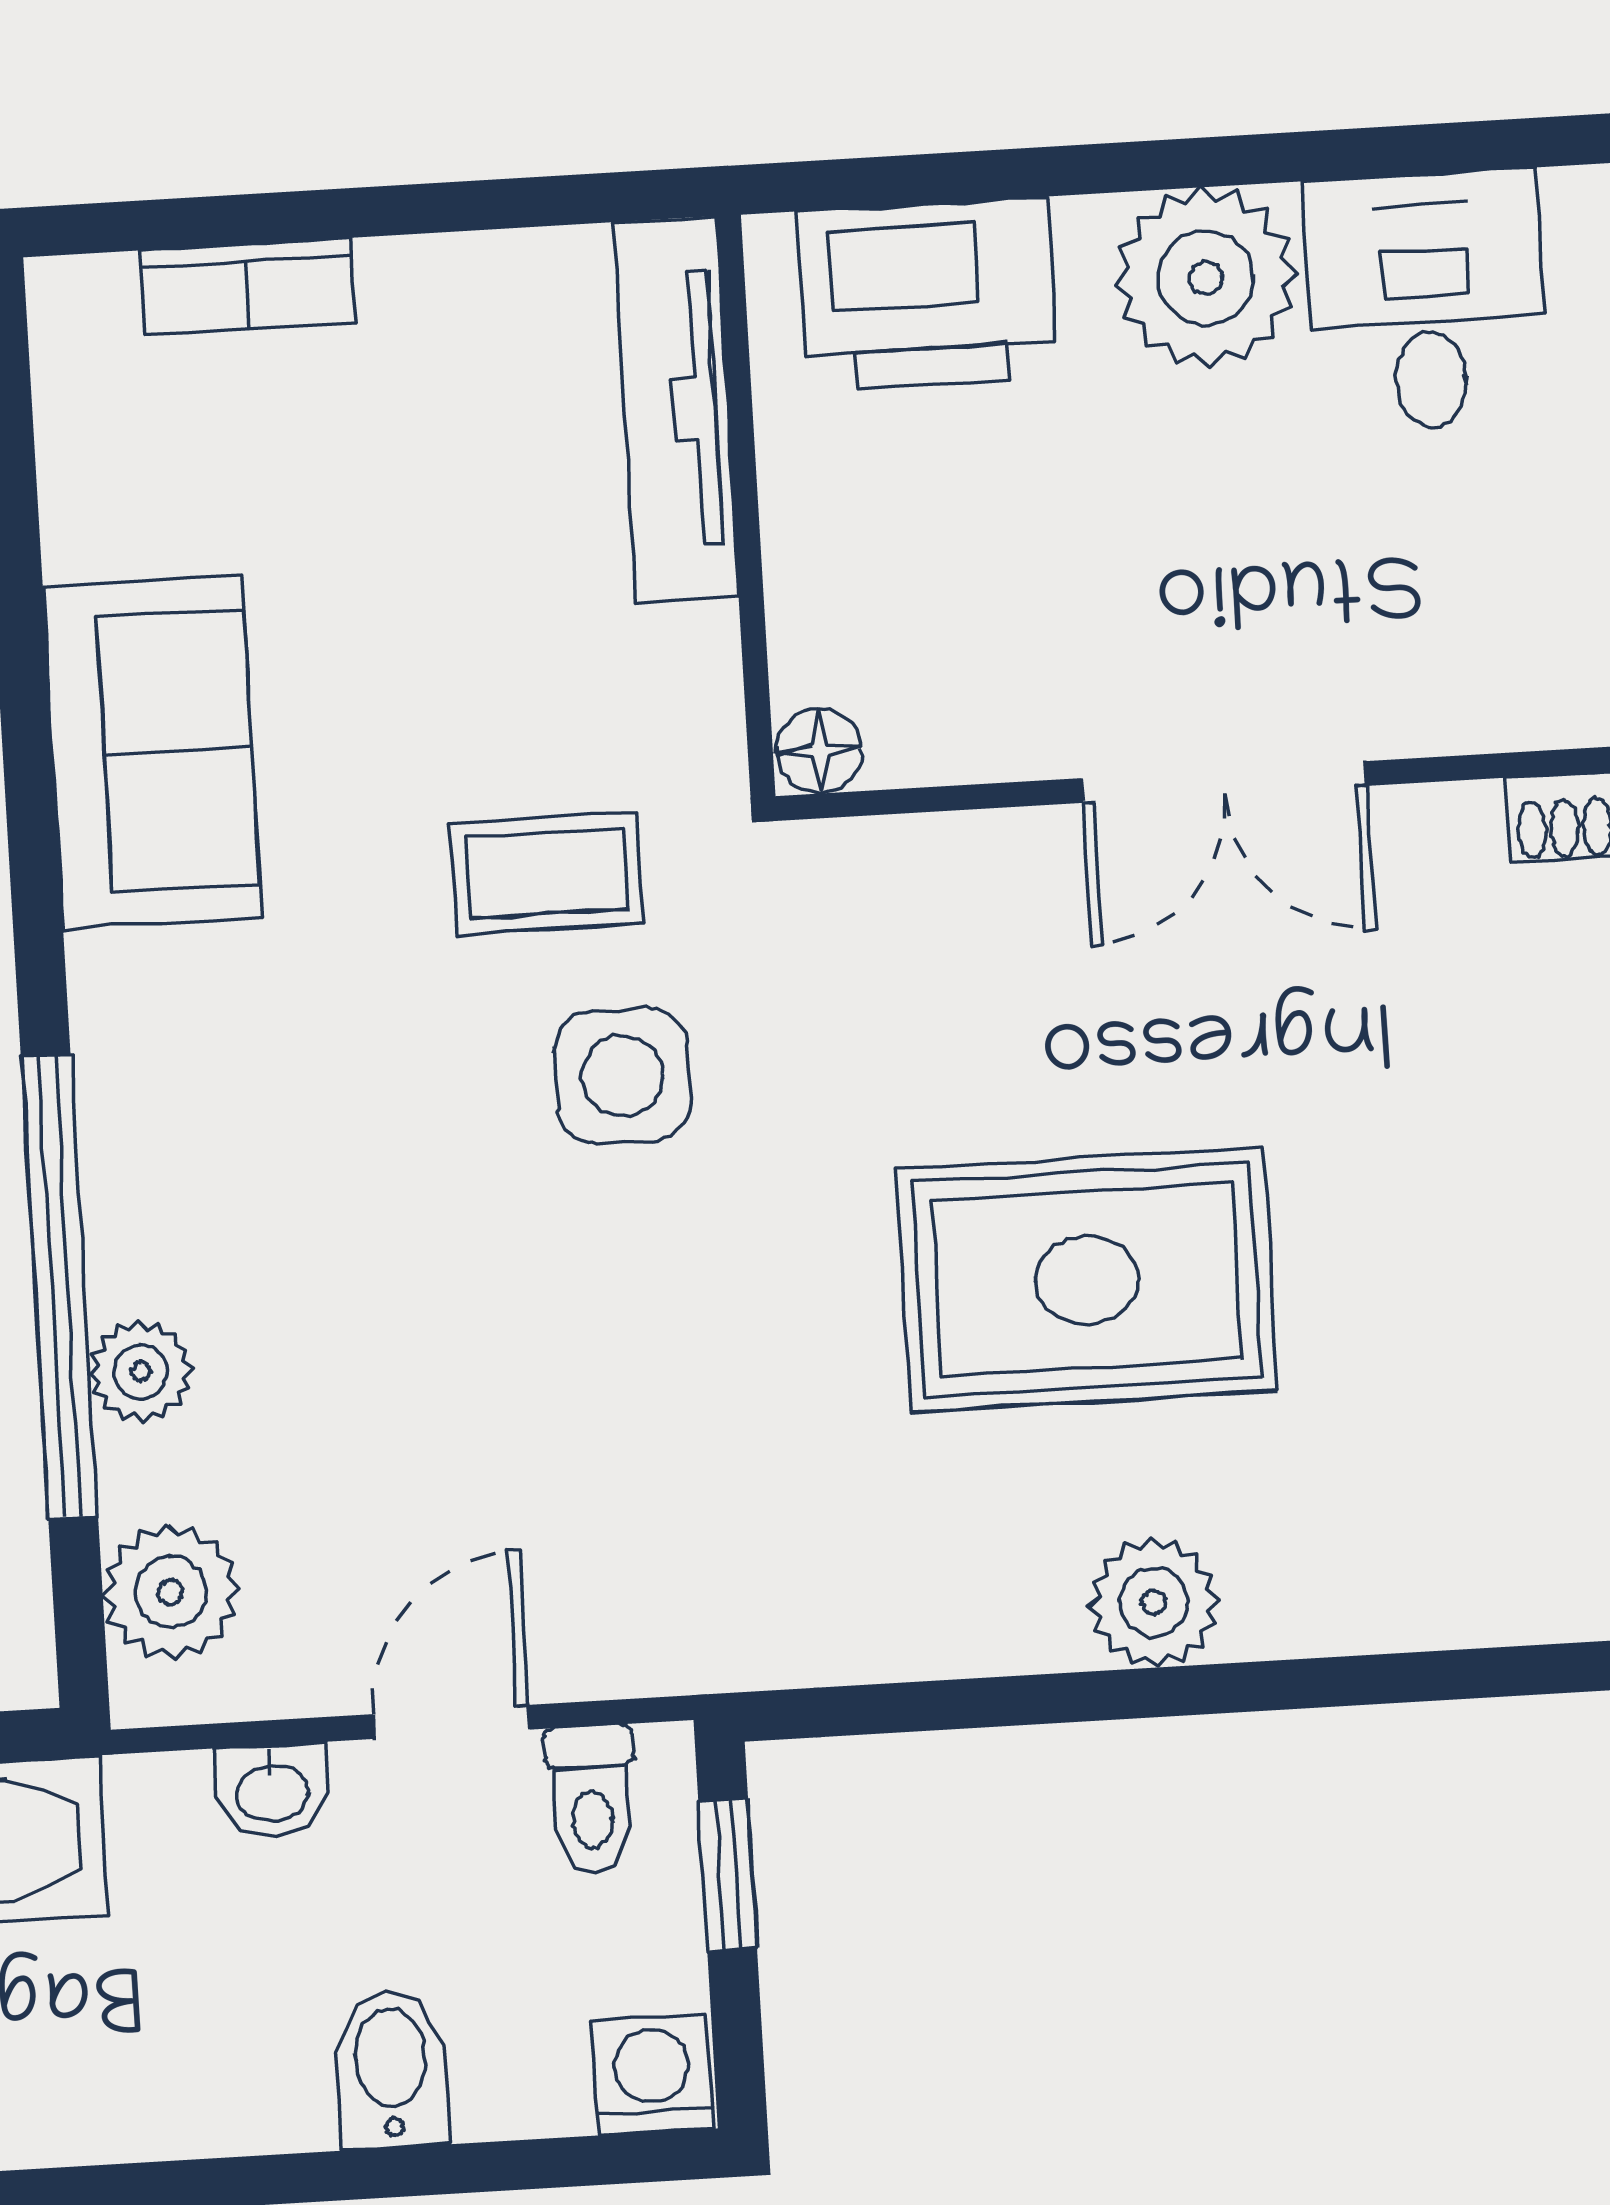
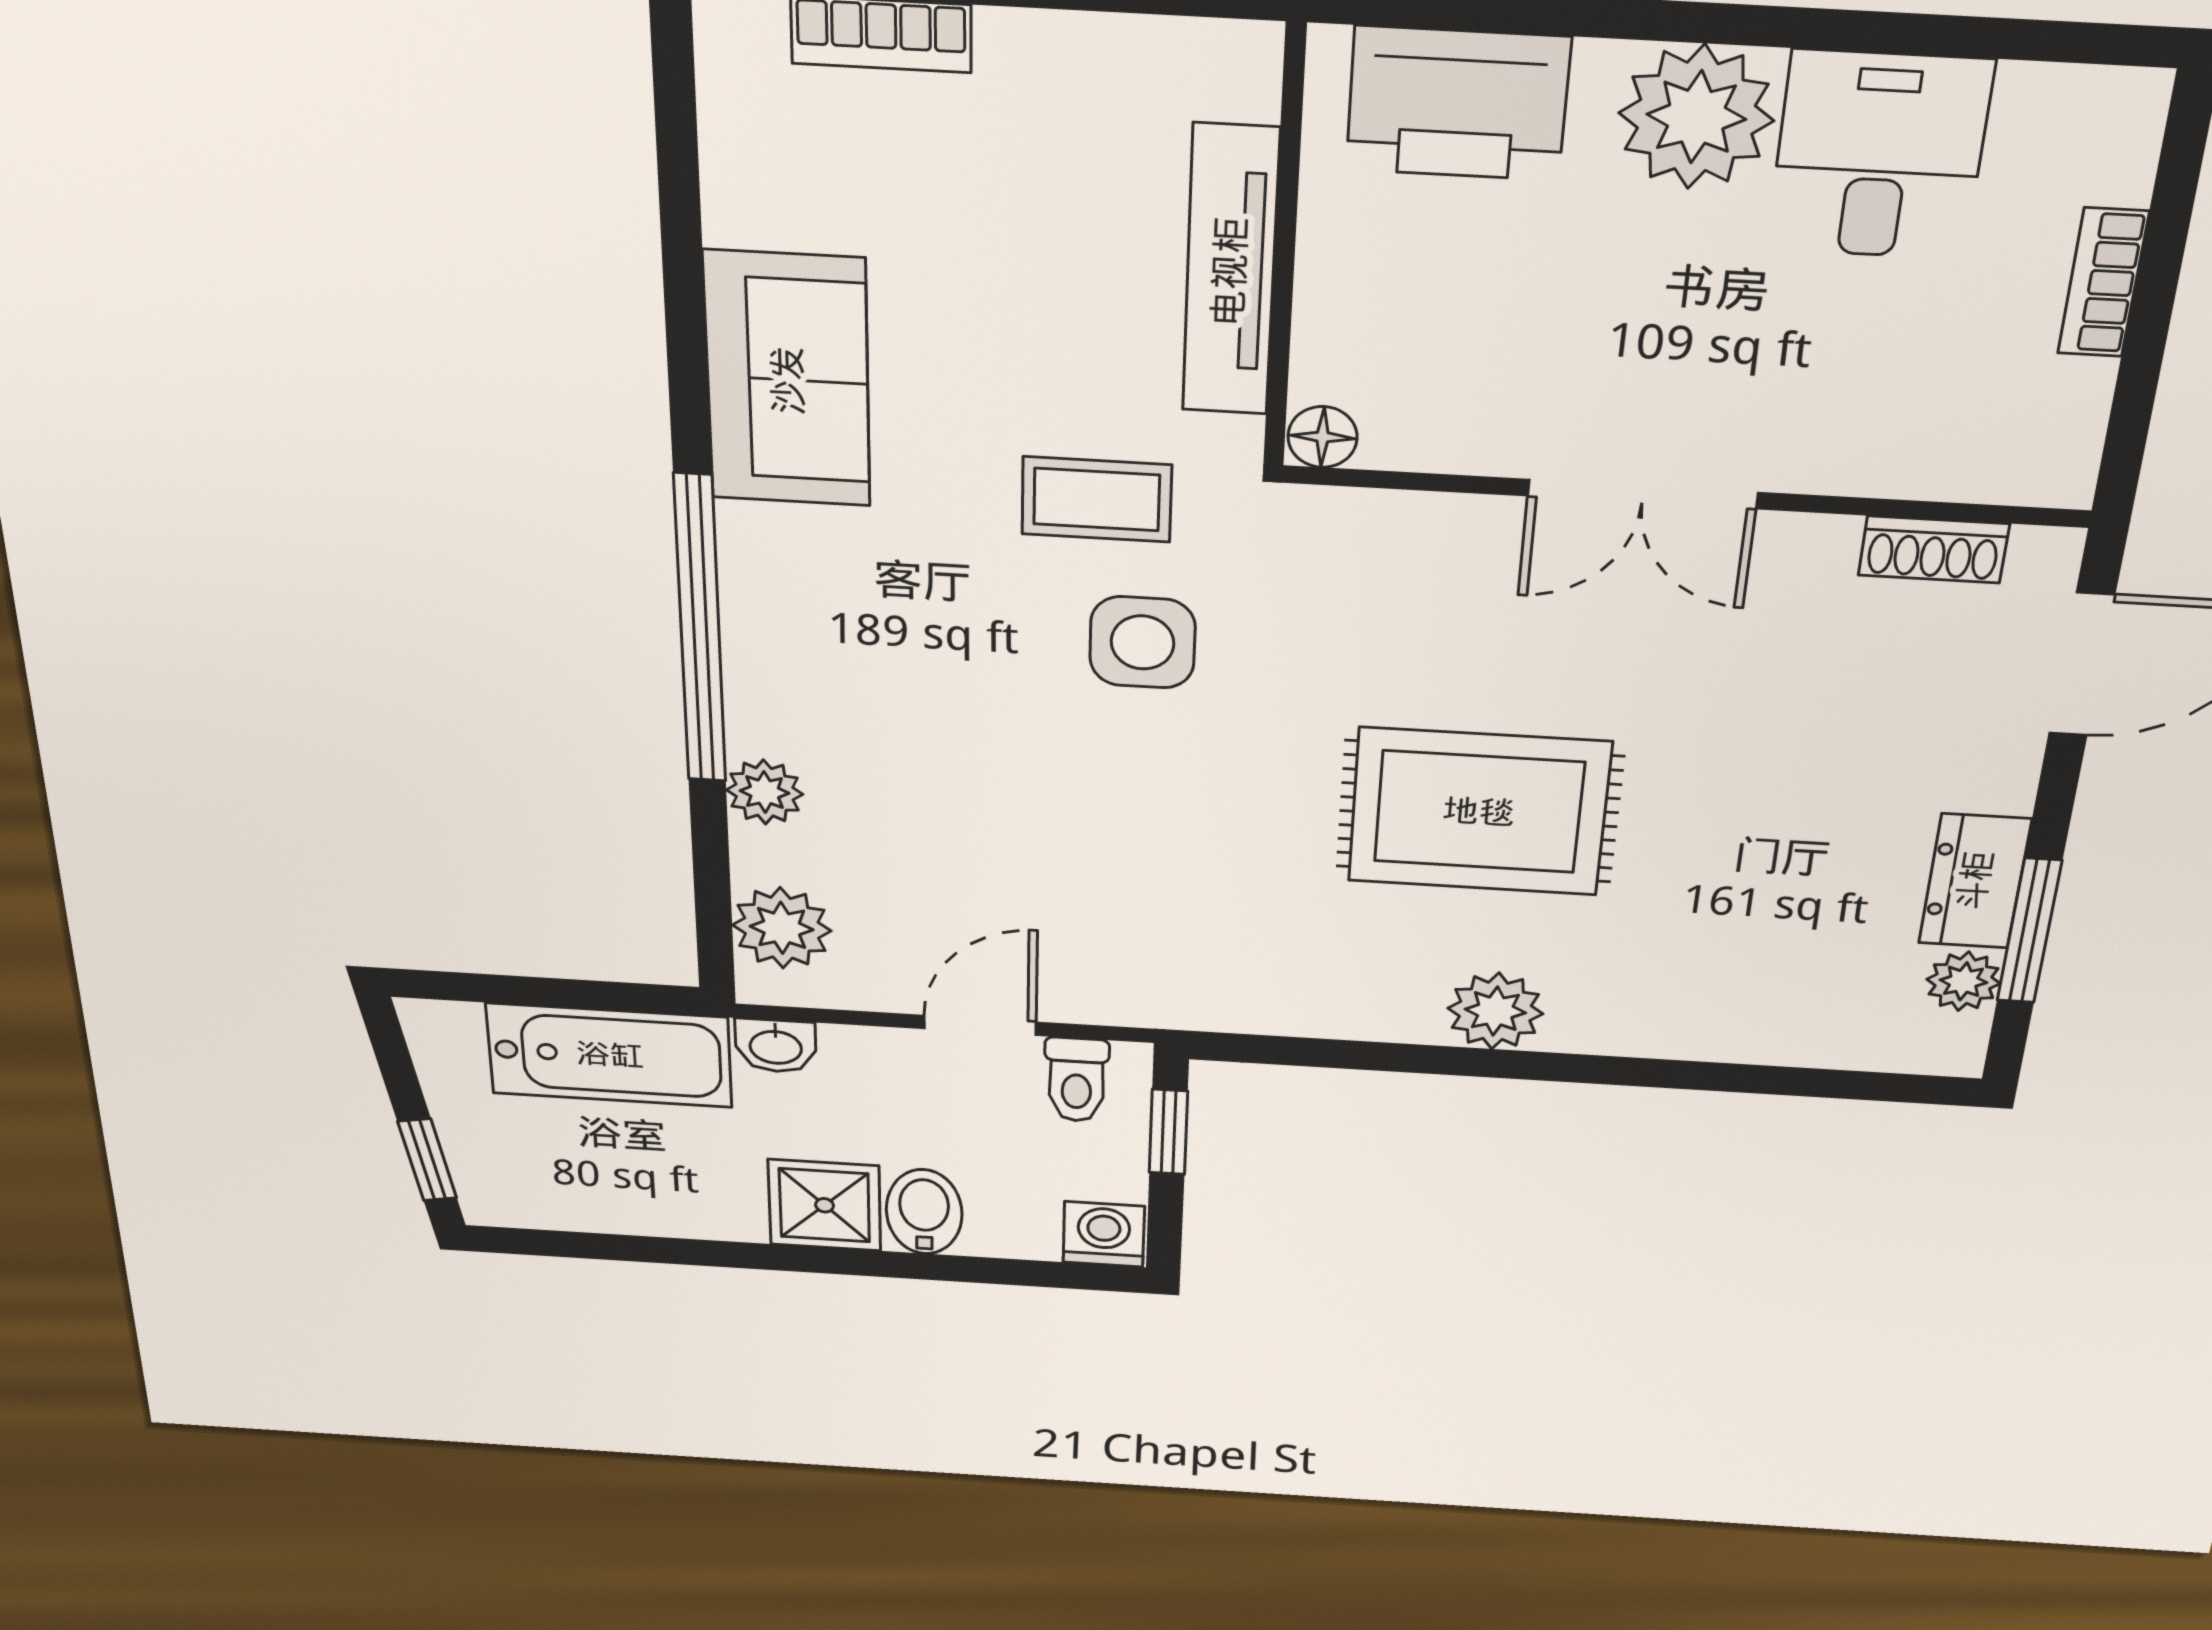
tv unit: (676, 409) -> (1230, 271), moved
window: (59, 1286) -> (700, 631), moved
washbasin: (272, 1790) -> (776, 1046), moved
shower: (248, 2076) -> (825, 1205), added

